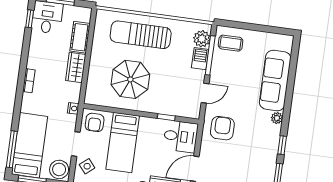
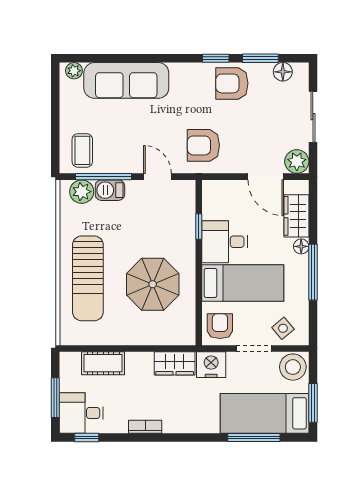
wardrobe: (76, 68) -> (175, 363), moved
bookcase: (29, 81) -> (145, 427), moved
nightstand: (73, 108) -> (211, 365), width x1.89, depth x1.79
plant: (277, 118) -> (74, 71), moved
armchair: (95, 122) -> (220, 326), turned -90
desk: (181, 136) -> (225, 242), moved, turned -90
window: (12, 149) -> (254, 437), moved
armchair: (263, 154) -> (232, 83), added

